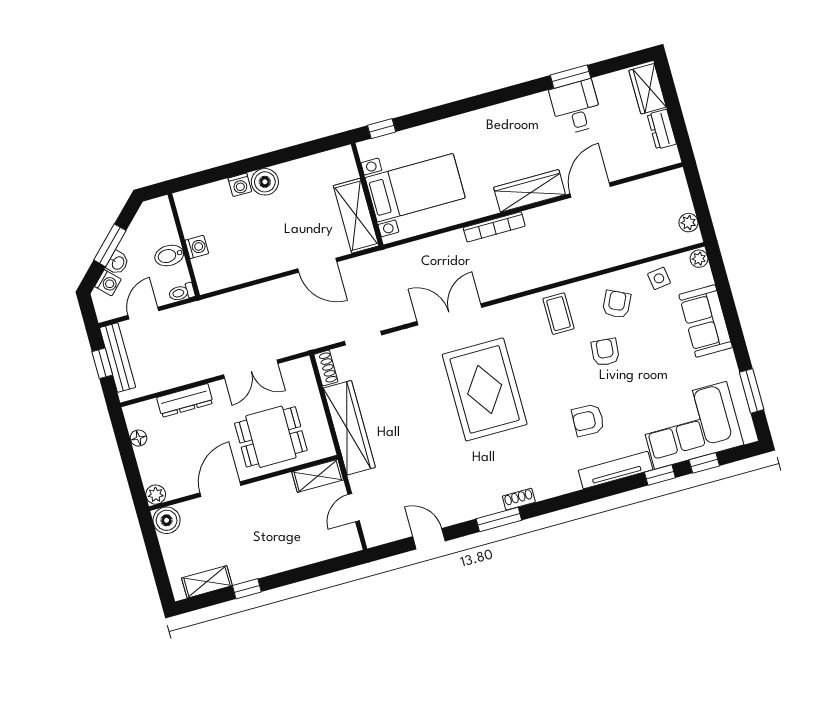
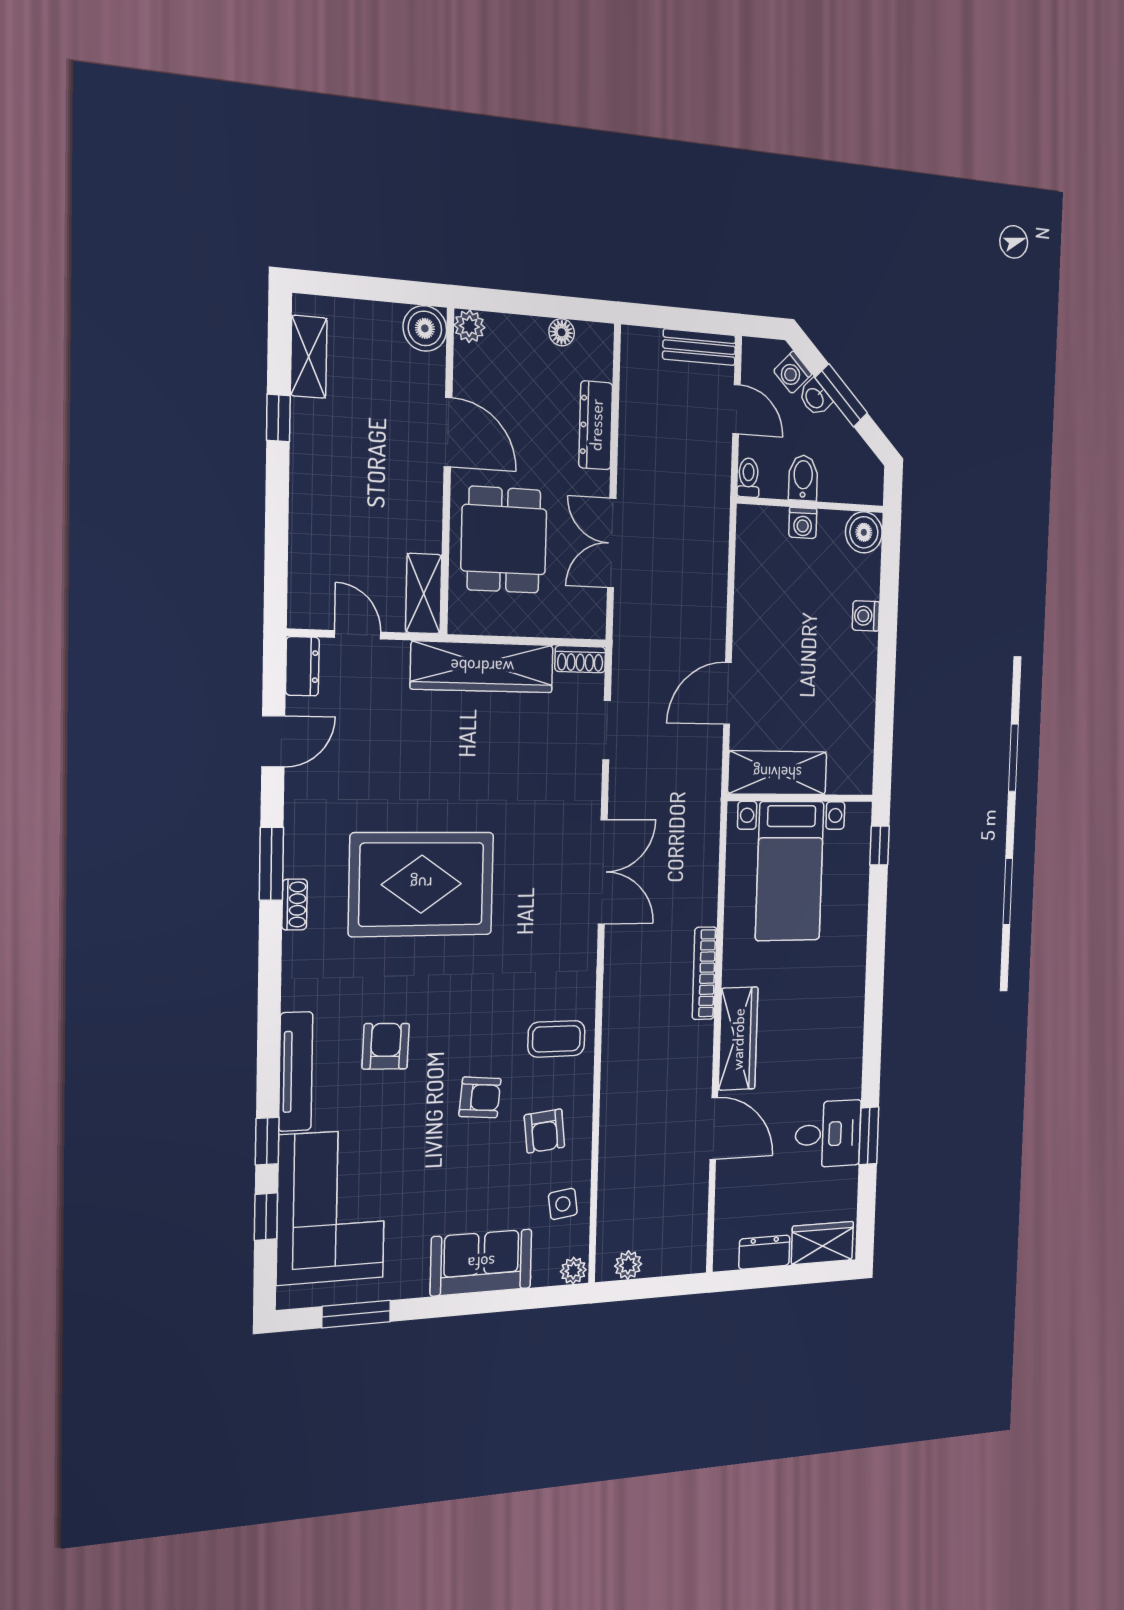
boiler: (265, 182) -> (864, 532), moved
armchair: (617, 304) -> (544, 1131), turned 58
bench: (118, 358) -> (699, 347), width x0.73
window: (102, 363) -> (685, 319), removed
rug: (485, 389) -> (421, 884), moved
dresser: (381, 535) -> (302, 666), added

